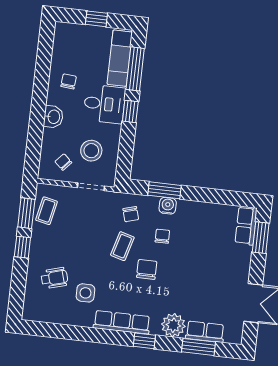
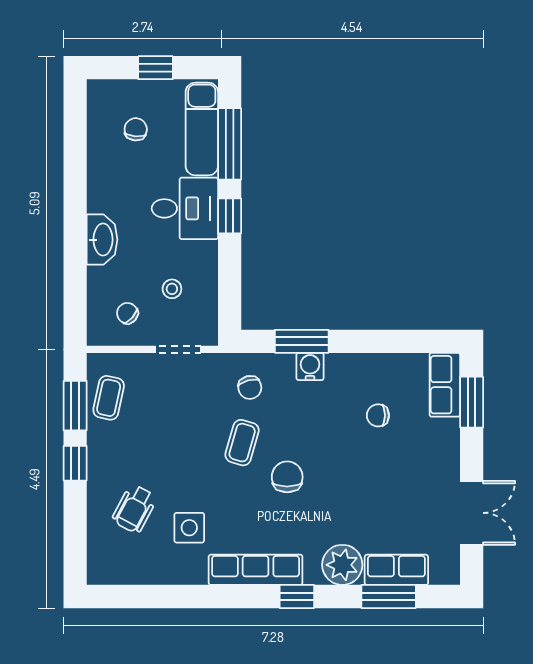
chair: (69, 81) -> (136, 129), moved
washbasin: (53, 117) -> (102, 240), width x1.38
stool: (91, 151) -> (172, 289), width x0.53, depth x0.53
chair: (162, 236) -> (378, 415), moved, turned -90
wheelchair: (54, 278) -> (134, 509), turned 134

